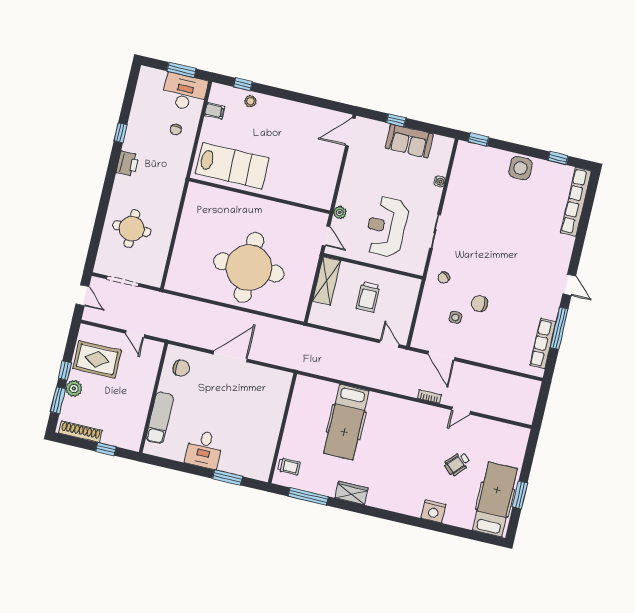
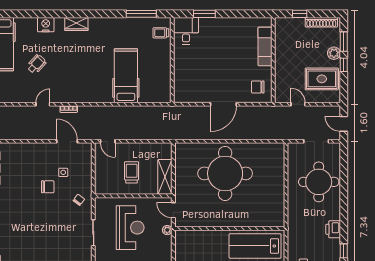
round table: (132, 229) -> (319, 182), width x1.36, depth x1.36
desk: (204, 449) -> (186, 31), moved
wardrobe: (351, 493) -> (76, 24), moved

